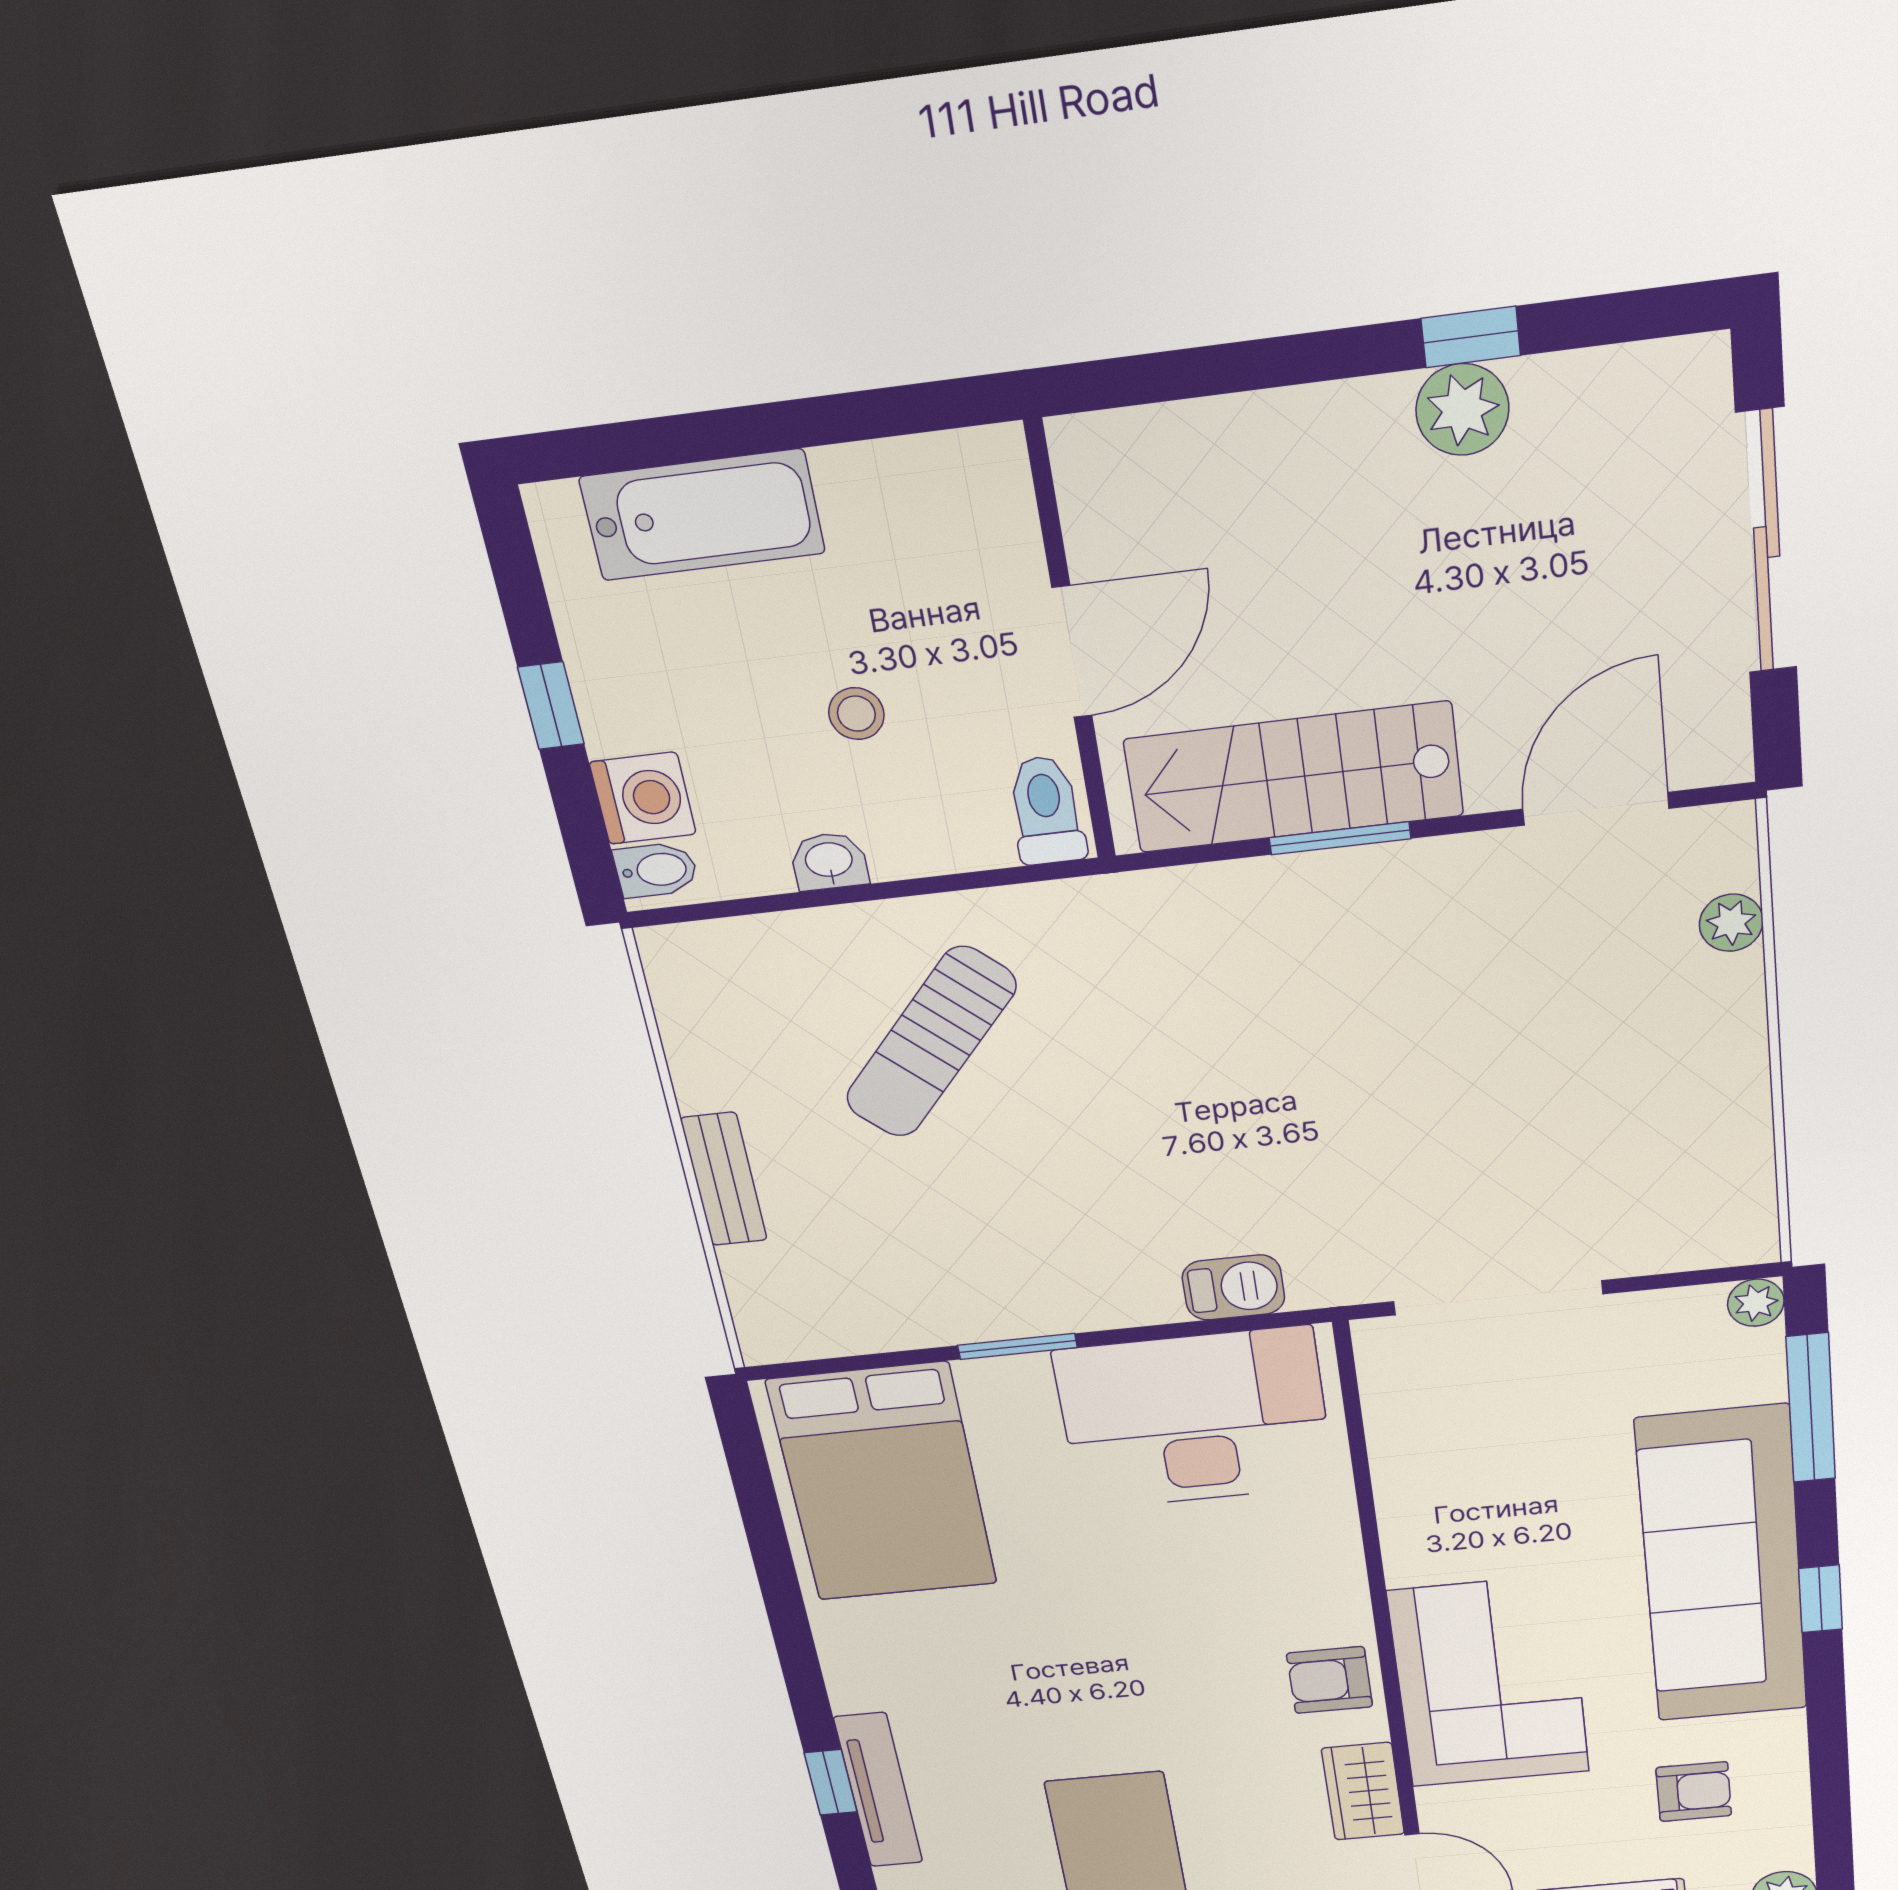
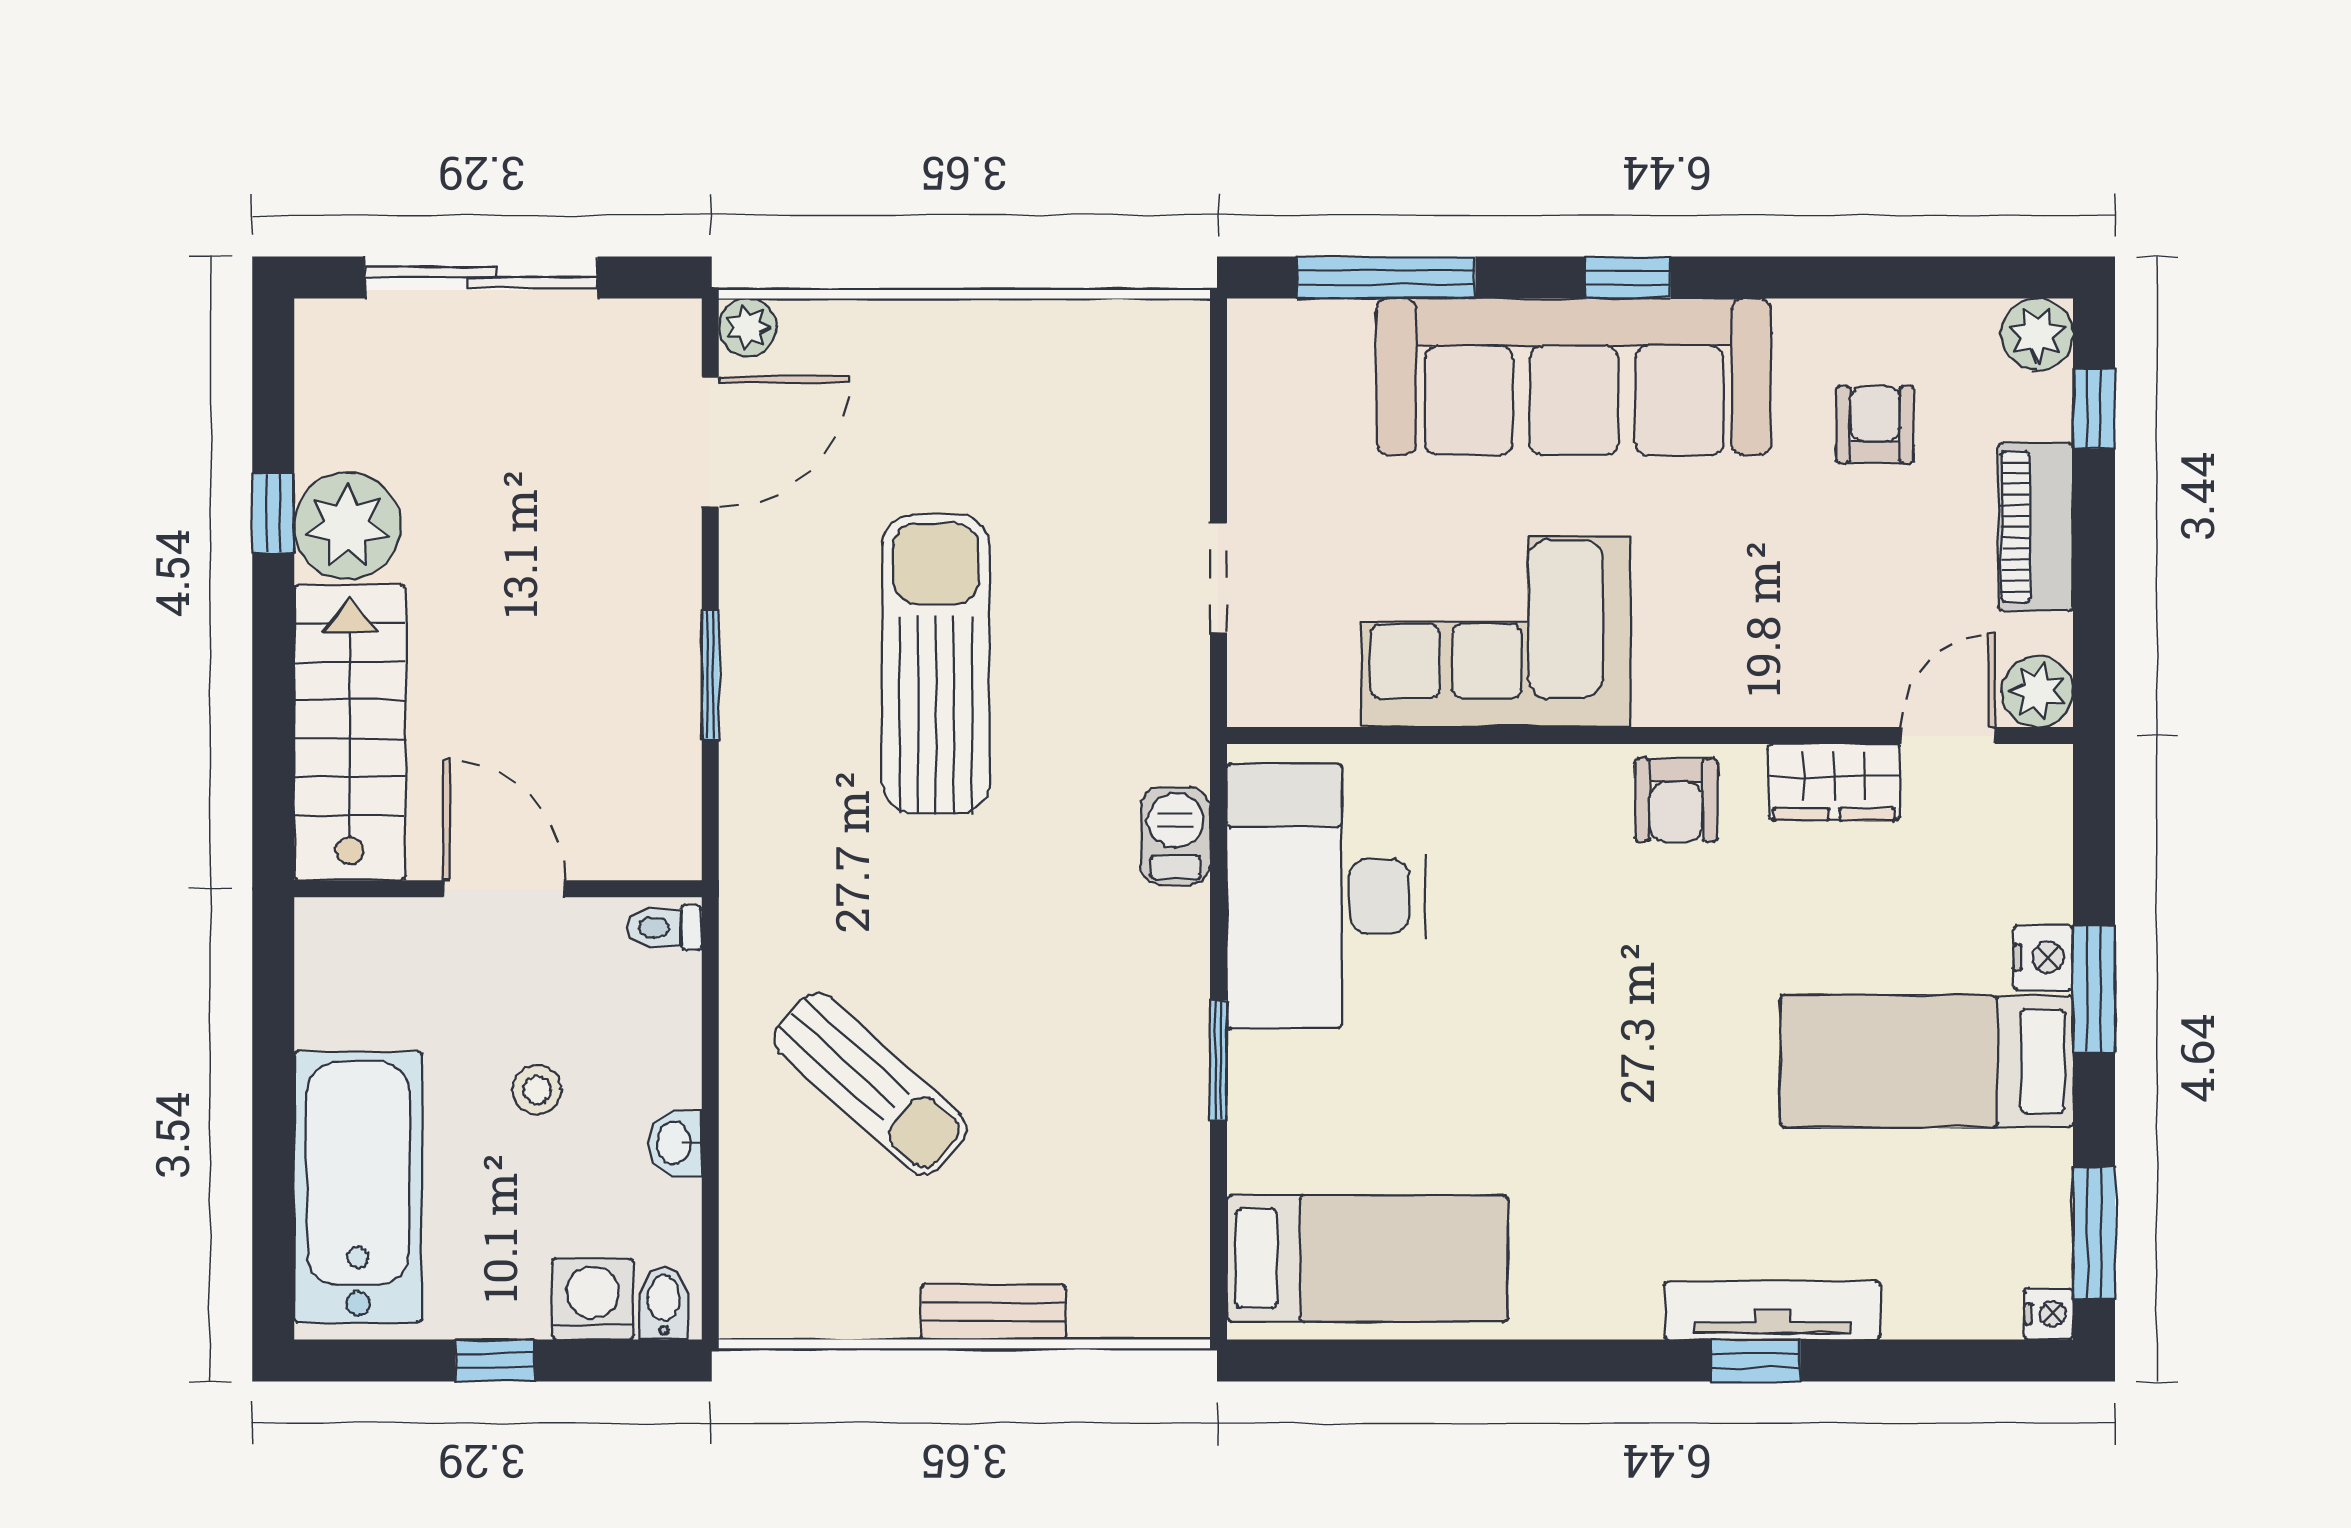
plant: (1462, 410) -> (347, 526), width x1.36, depth x1.36
bathtub: (702, 515) -> (358, 1187), width x1.36, depth x1.36
stairs: (1294, 777) -> (350, 733), moved, turned 180
door: (1596, 809) -> (710, 442), swing flipped
toilet: (1046, 810) -> (665, 928), width x0.73, depth x0.72
plant: (1731, 923) -> (748, 327), moved
sun lounger: (1379, 1055) -> (936, 664), added
doorway: (1498, 1298) -> (1218, 578), width x0.53
plant: (1756, 1303) -> (1254, 326), removed
bed: (883, 1483) -> (1367, 1258), width x0.67
corner sofa: (1489, 1682) -> (1496, 631), moved

